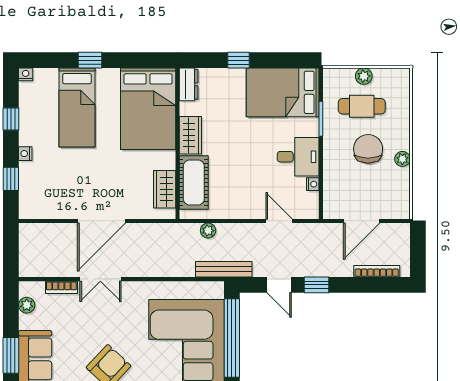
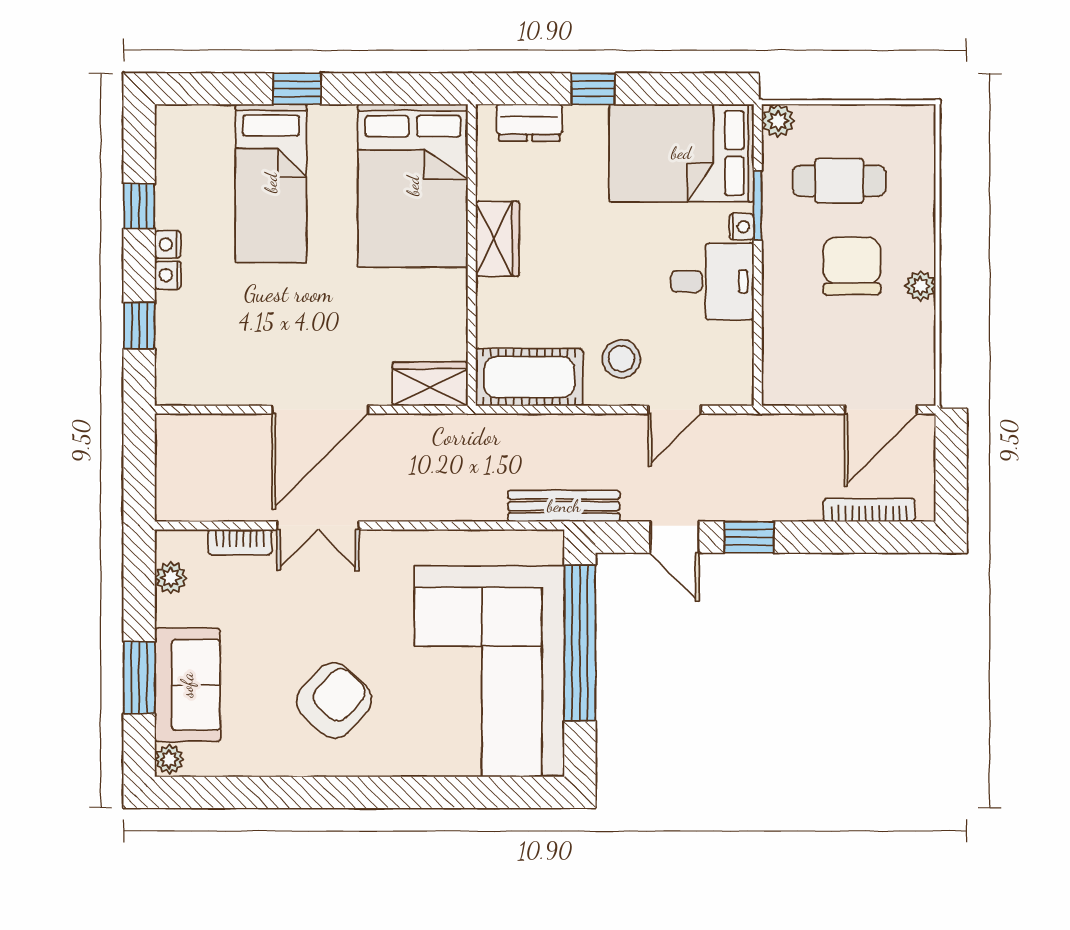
nightstand: (26, 74) -> (168, 244), moved, turned -90
plant: (364, 76) -> (778, 121), moved
dresser: (189, 84) -> (529, 123), moved, turned 90
cot: (194, 183) -> (529, 377), moved, turned 90
nightstand: (313, 184) -> (742, 227), moved
wardrobe: (165, 189) -> (430, 384), moved, turned 90
stool: (253, 195) -> (621, 359), added
door: (279, 221) -> (674, 410), swing flipped
door: (362, 221) -> (881, 410), moved
plant: (208, 231) -> (532, 429), removed

